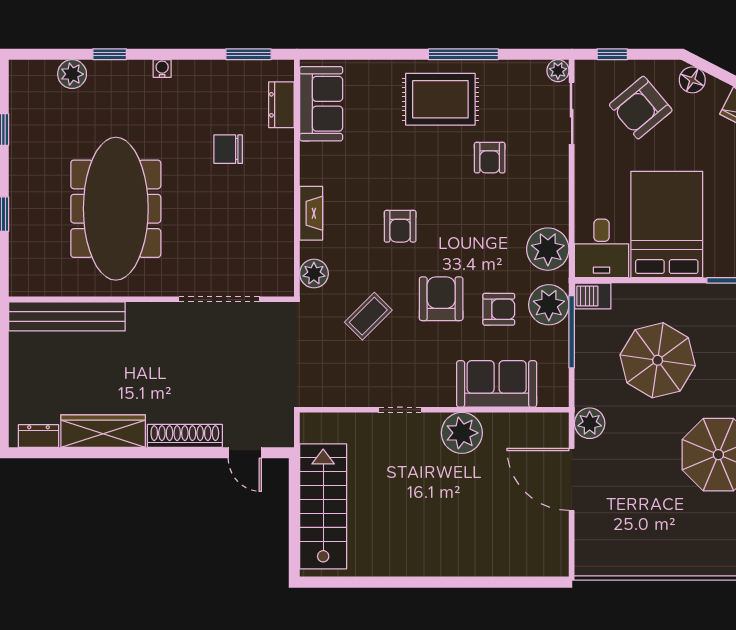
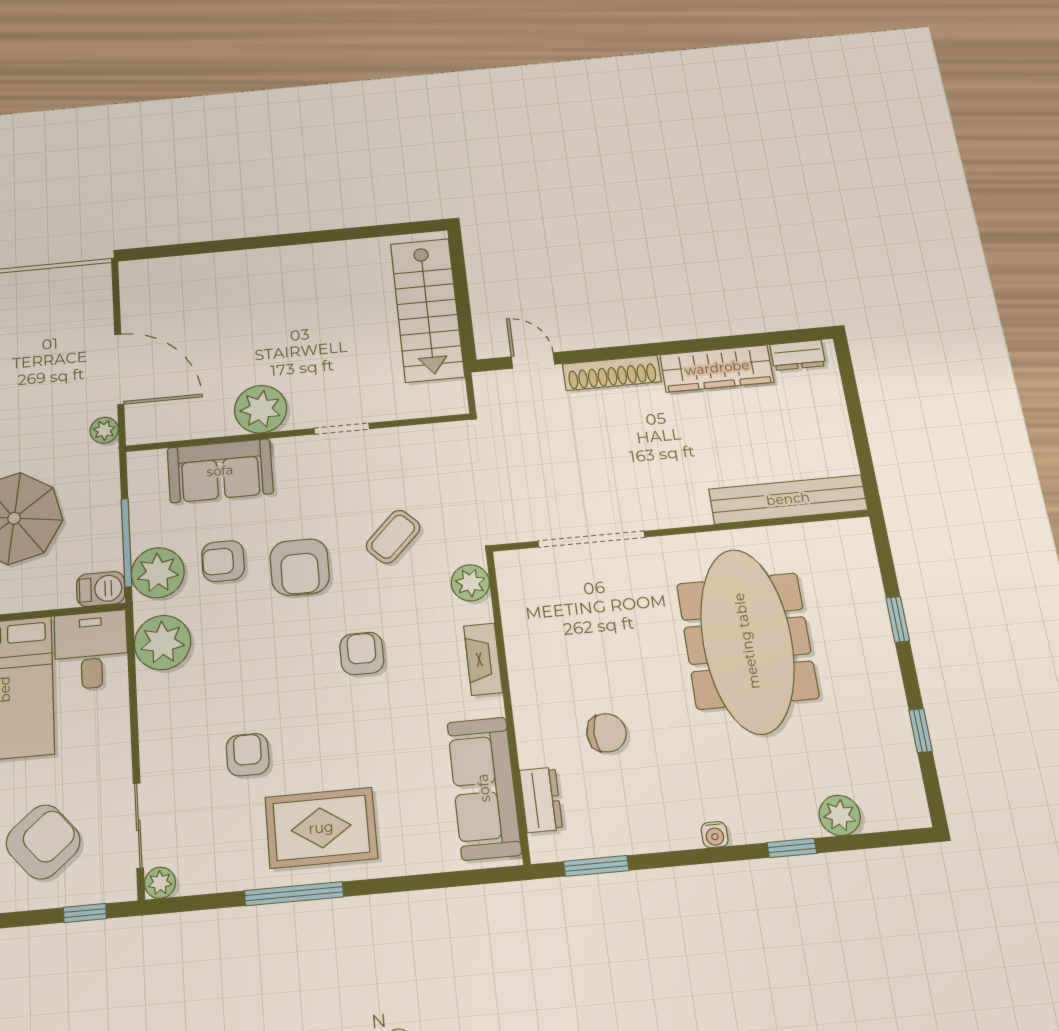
sofa: (321, 104) -> (484, 788), width x1.36
plant: (590, 423) -> (104, 430), width x0.73, depth x0.73

